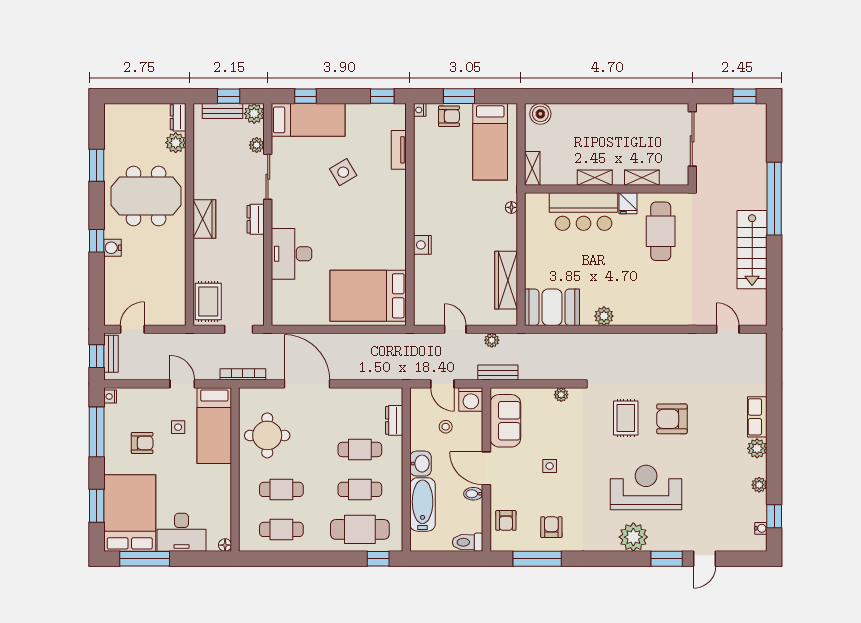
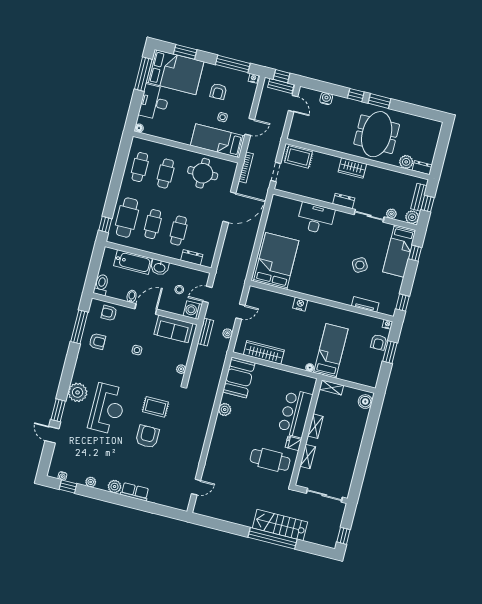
bed: (490, 142) -> (331, 351), moved, turned 90
window: (97, 165) -> (379, 101), moved
water cooler: (113, 248) -> (326, 98), moved
stairs: (752, 250) -> (280, 525), moved

